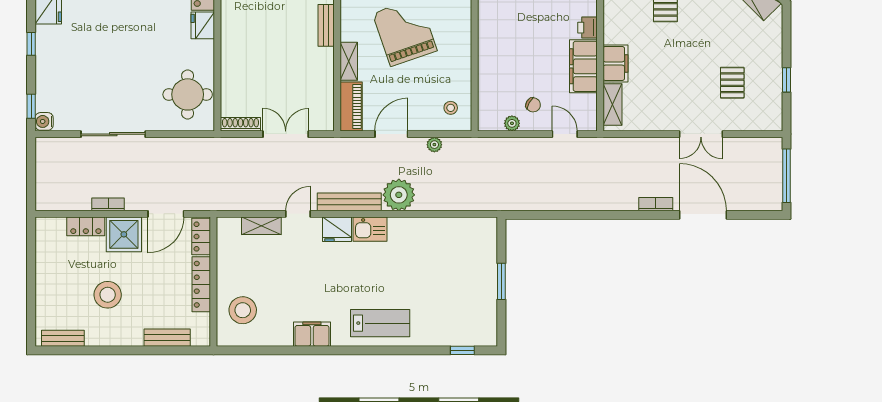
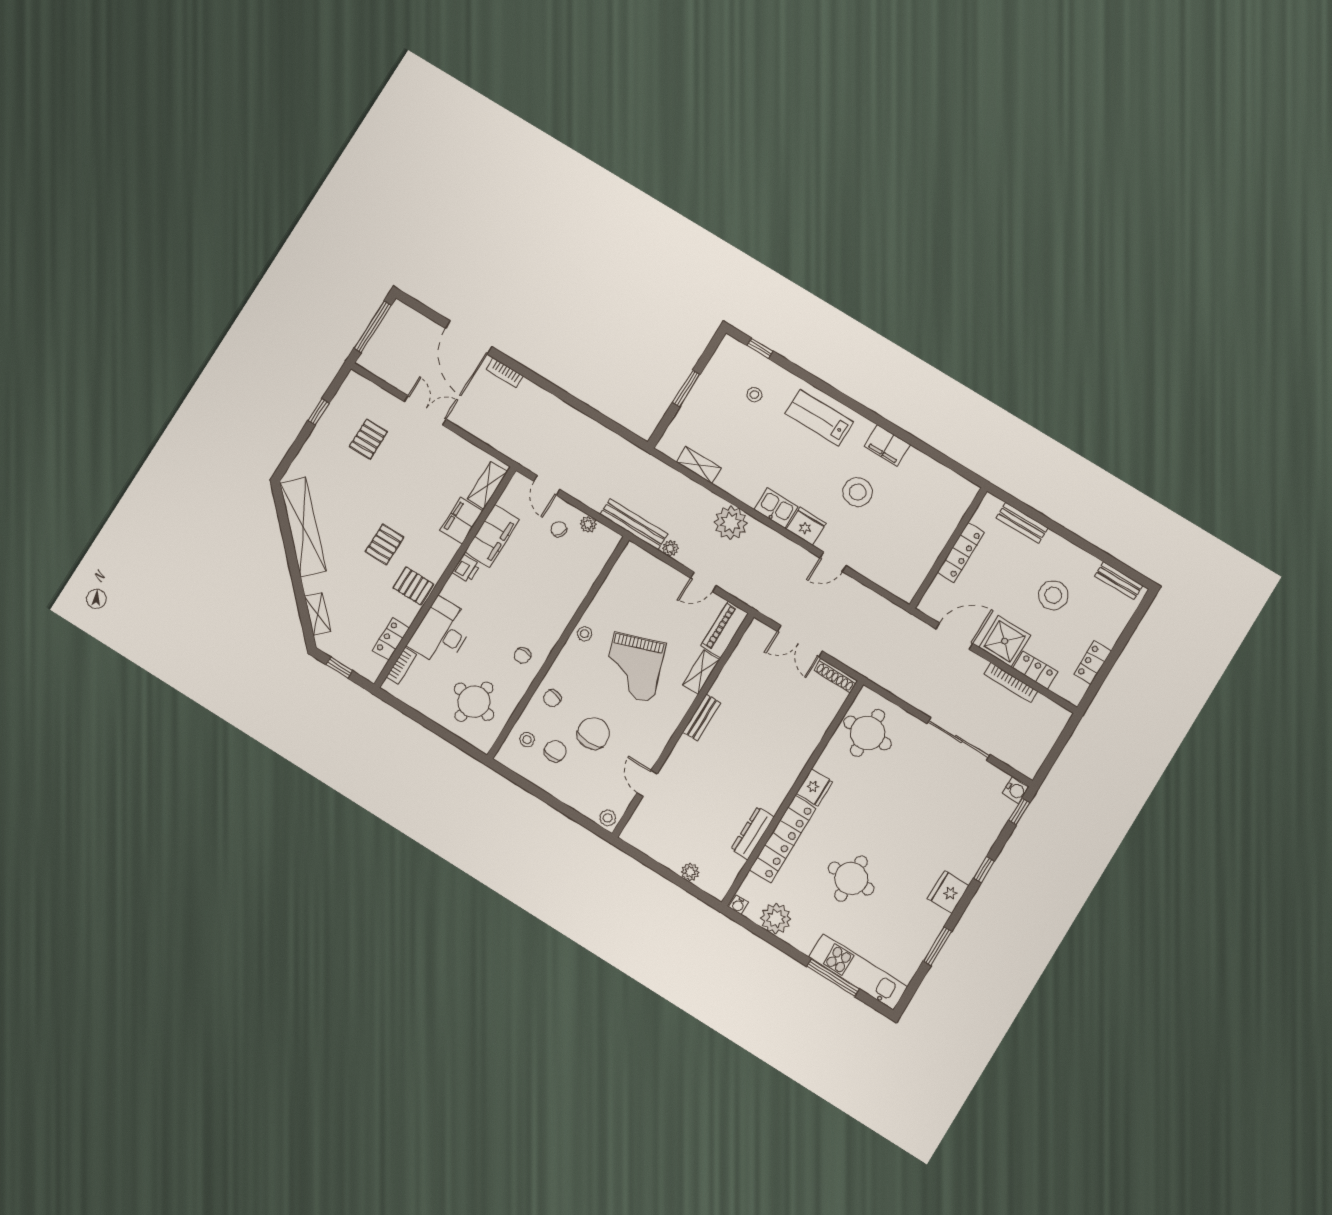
stool: (451, 108) -> (585, 634), moved
door: (391, 134) -> (703, 582), width x0.73
bench: (349, 202) -> (634, 524), moved
bookcase: (108, 204) -> (1011, 683), width x1.56
shelving: (261, 226) -> (699, 465), moved
locker: (201, 237) -> (1092, 663), moved, turned 180
stool: (243, 310) -> (858, 492), moved
stool: (444, 310) -> (754, 395), added

